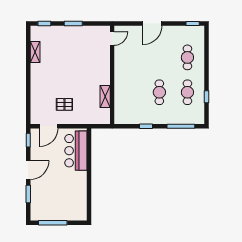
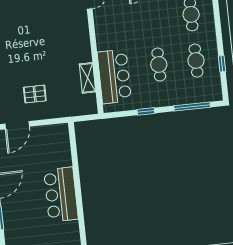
bar counter: (125, 98) -> (114, 76), added
bar counter: (76, 151) -> (61, 195), moved

